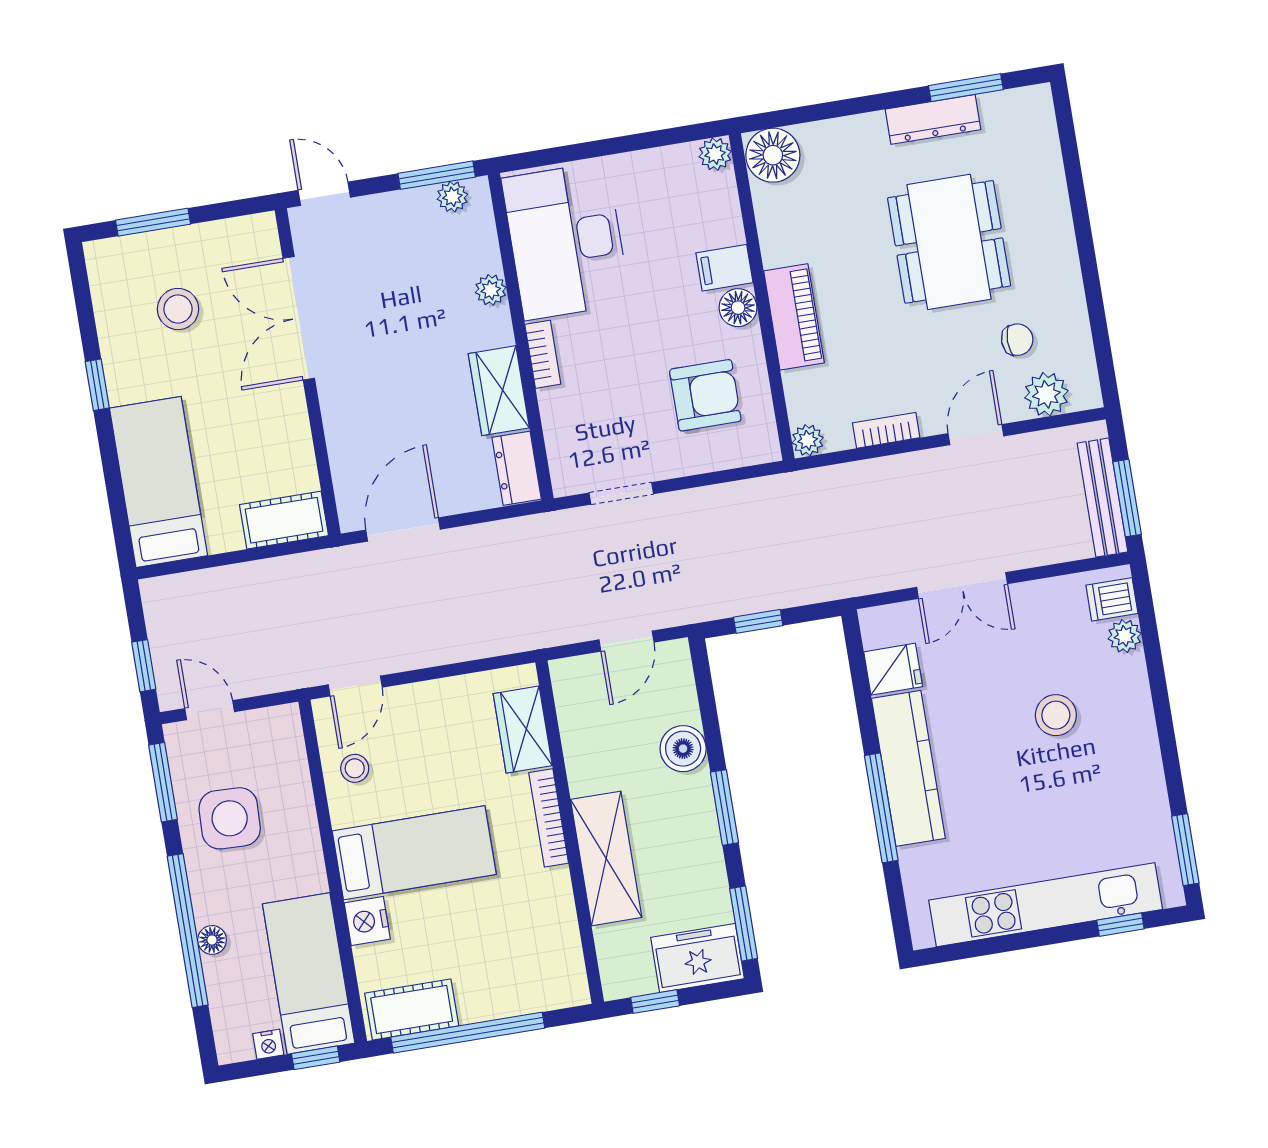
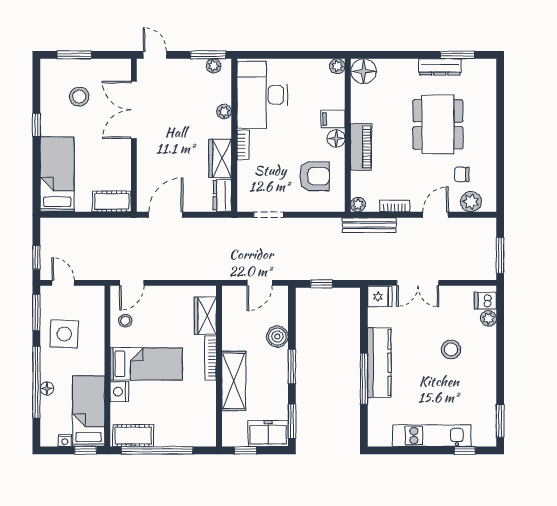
chair: (1017, 340) -> (462, 174), turned 180
bench: (1102, 498) -> (369, 225), moved, turned 90
fridge: (893, 669) -> (380, 297), moved
kitchen unit: (1046, 905) -> (432, 436), width x0.73

